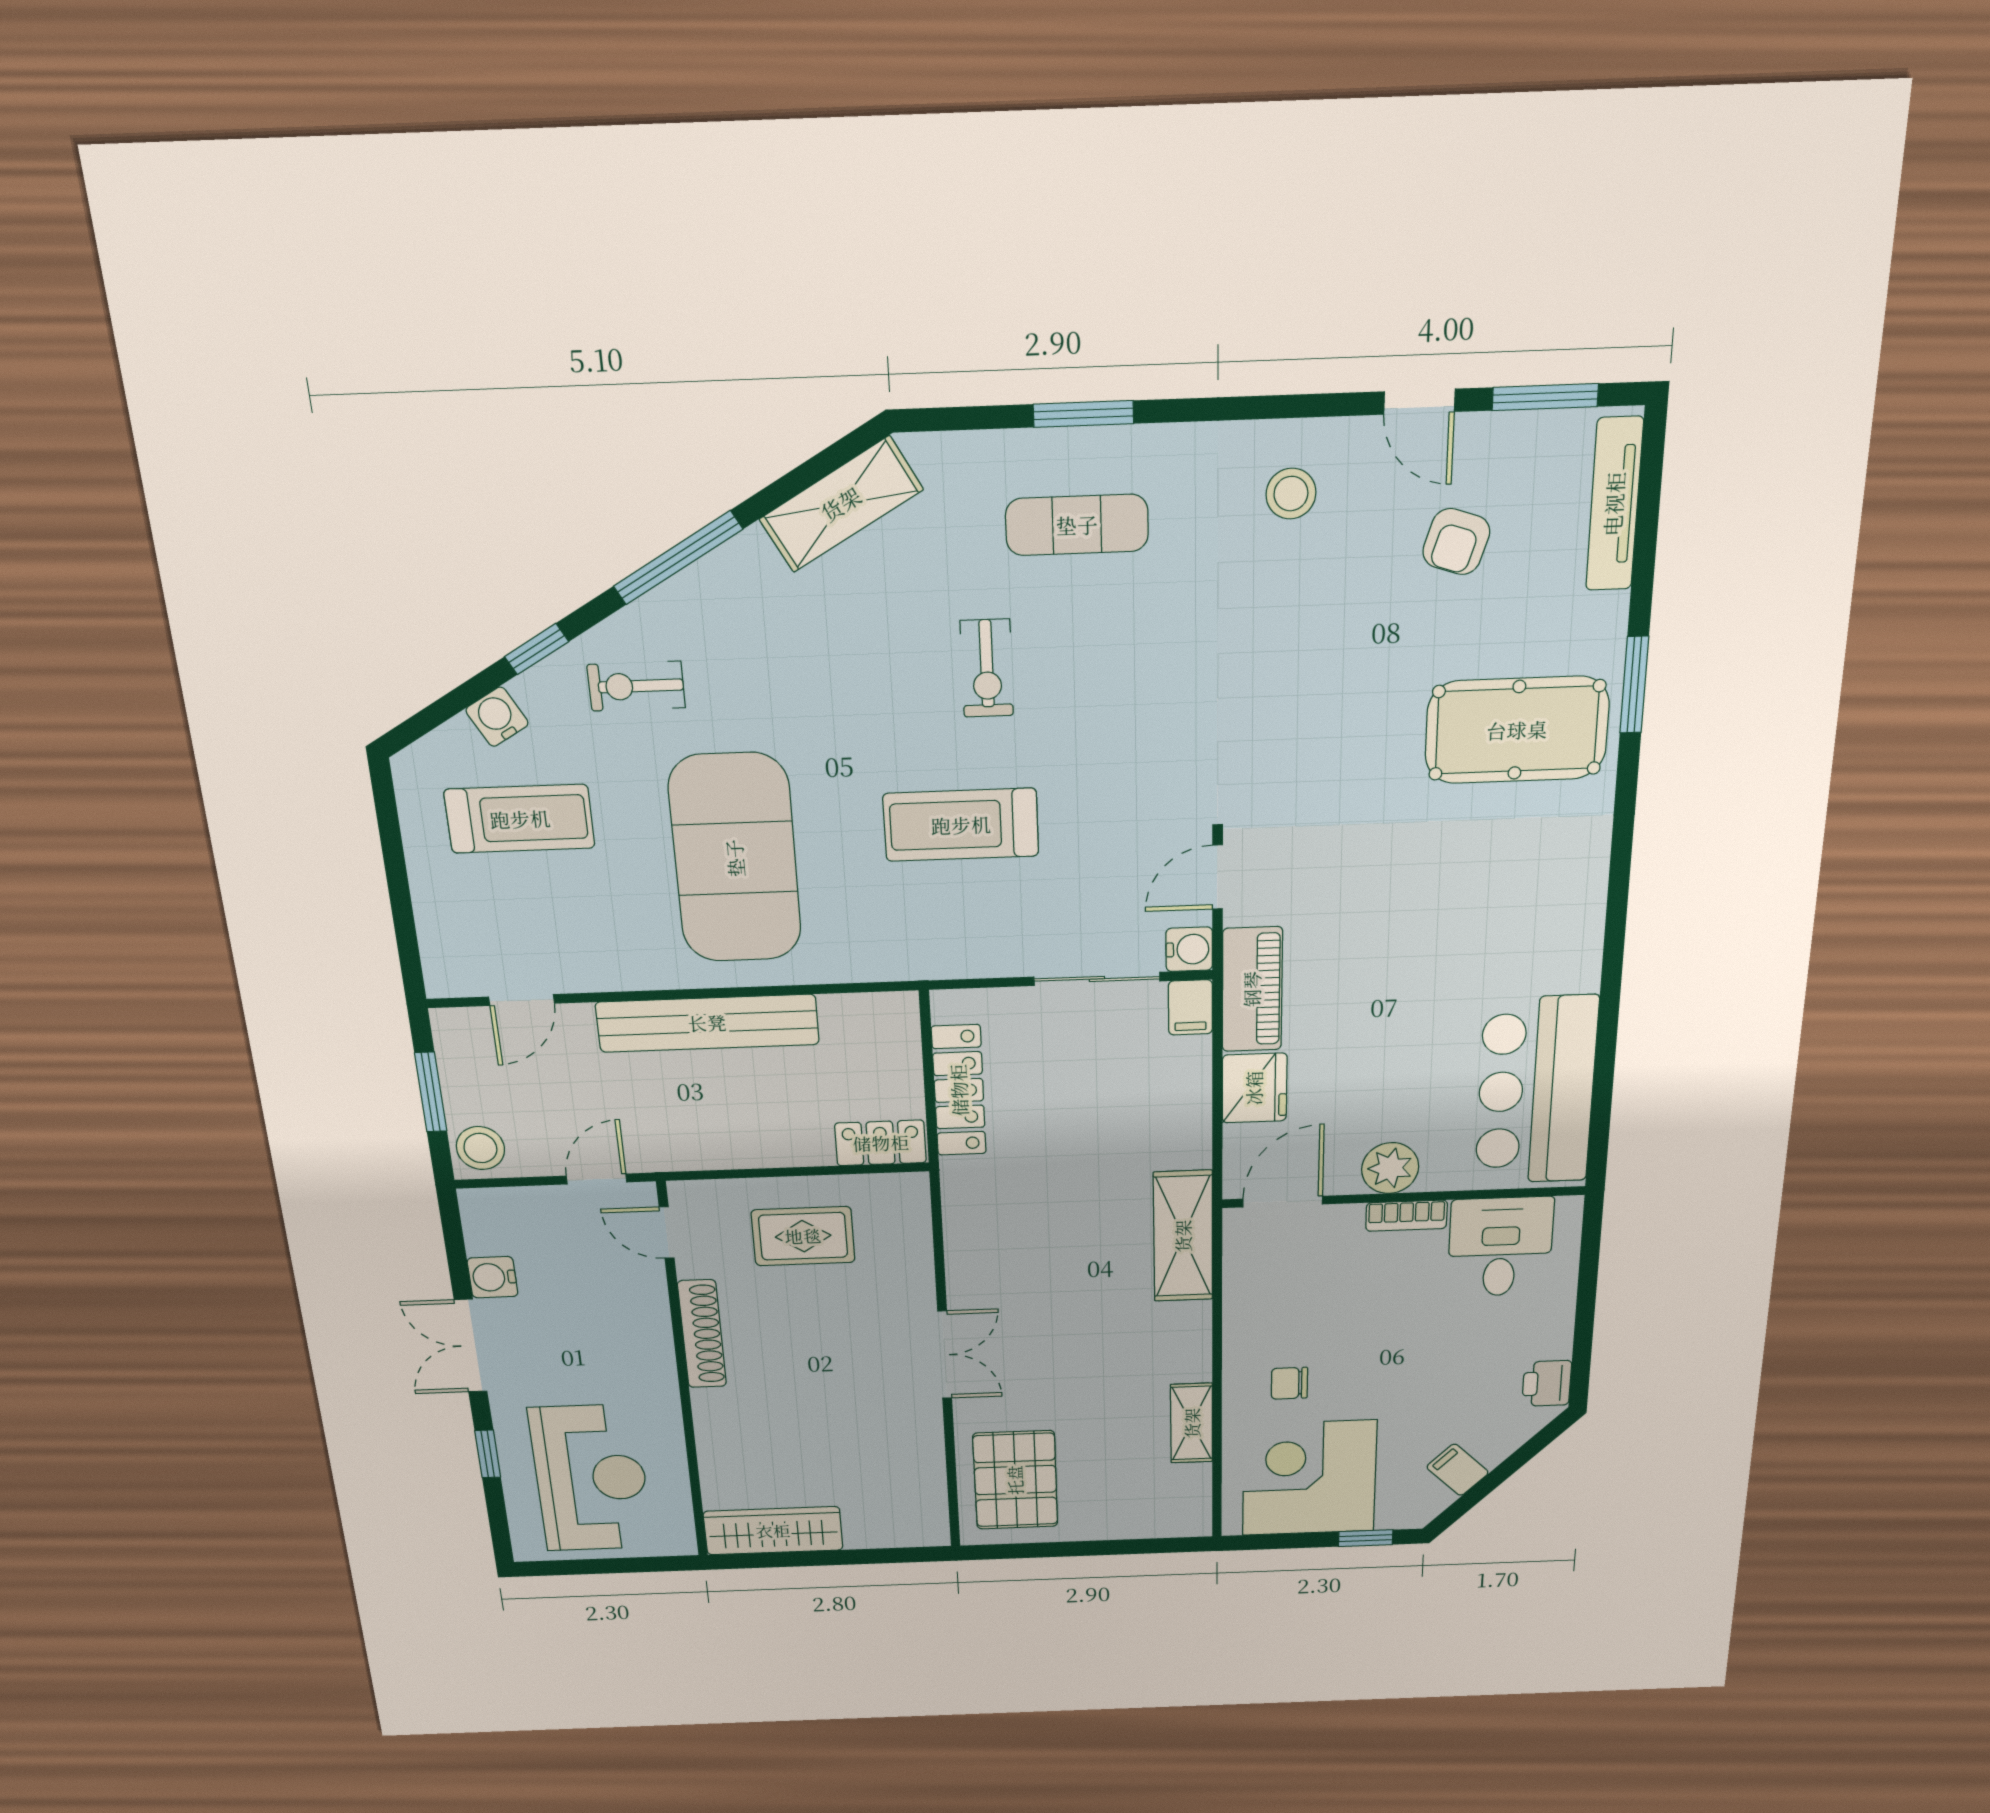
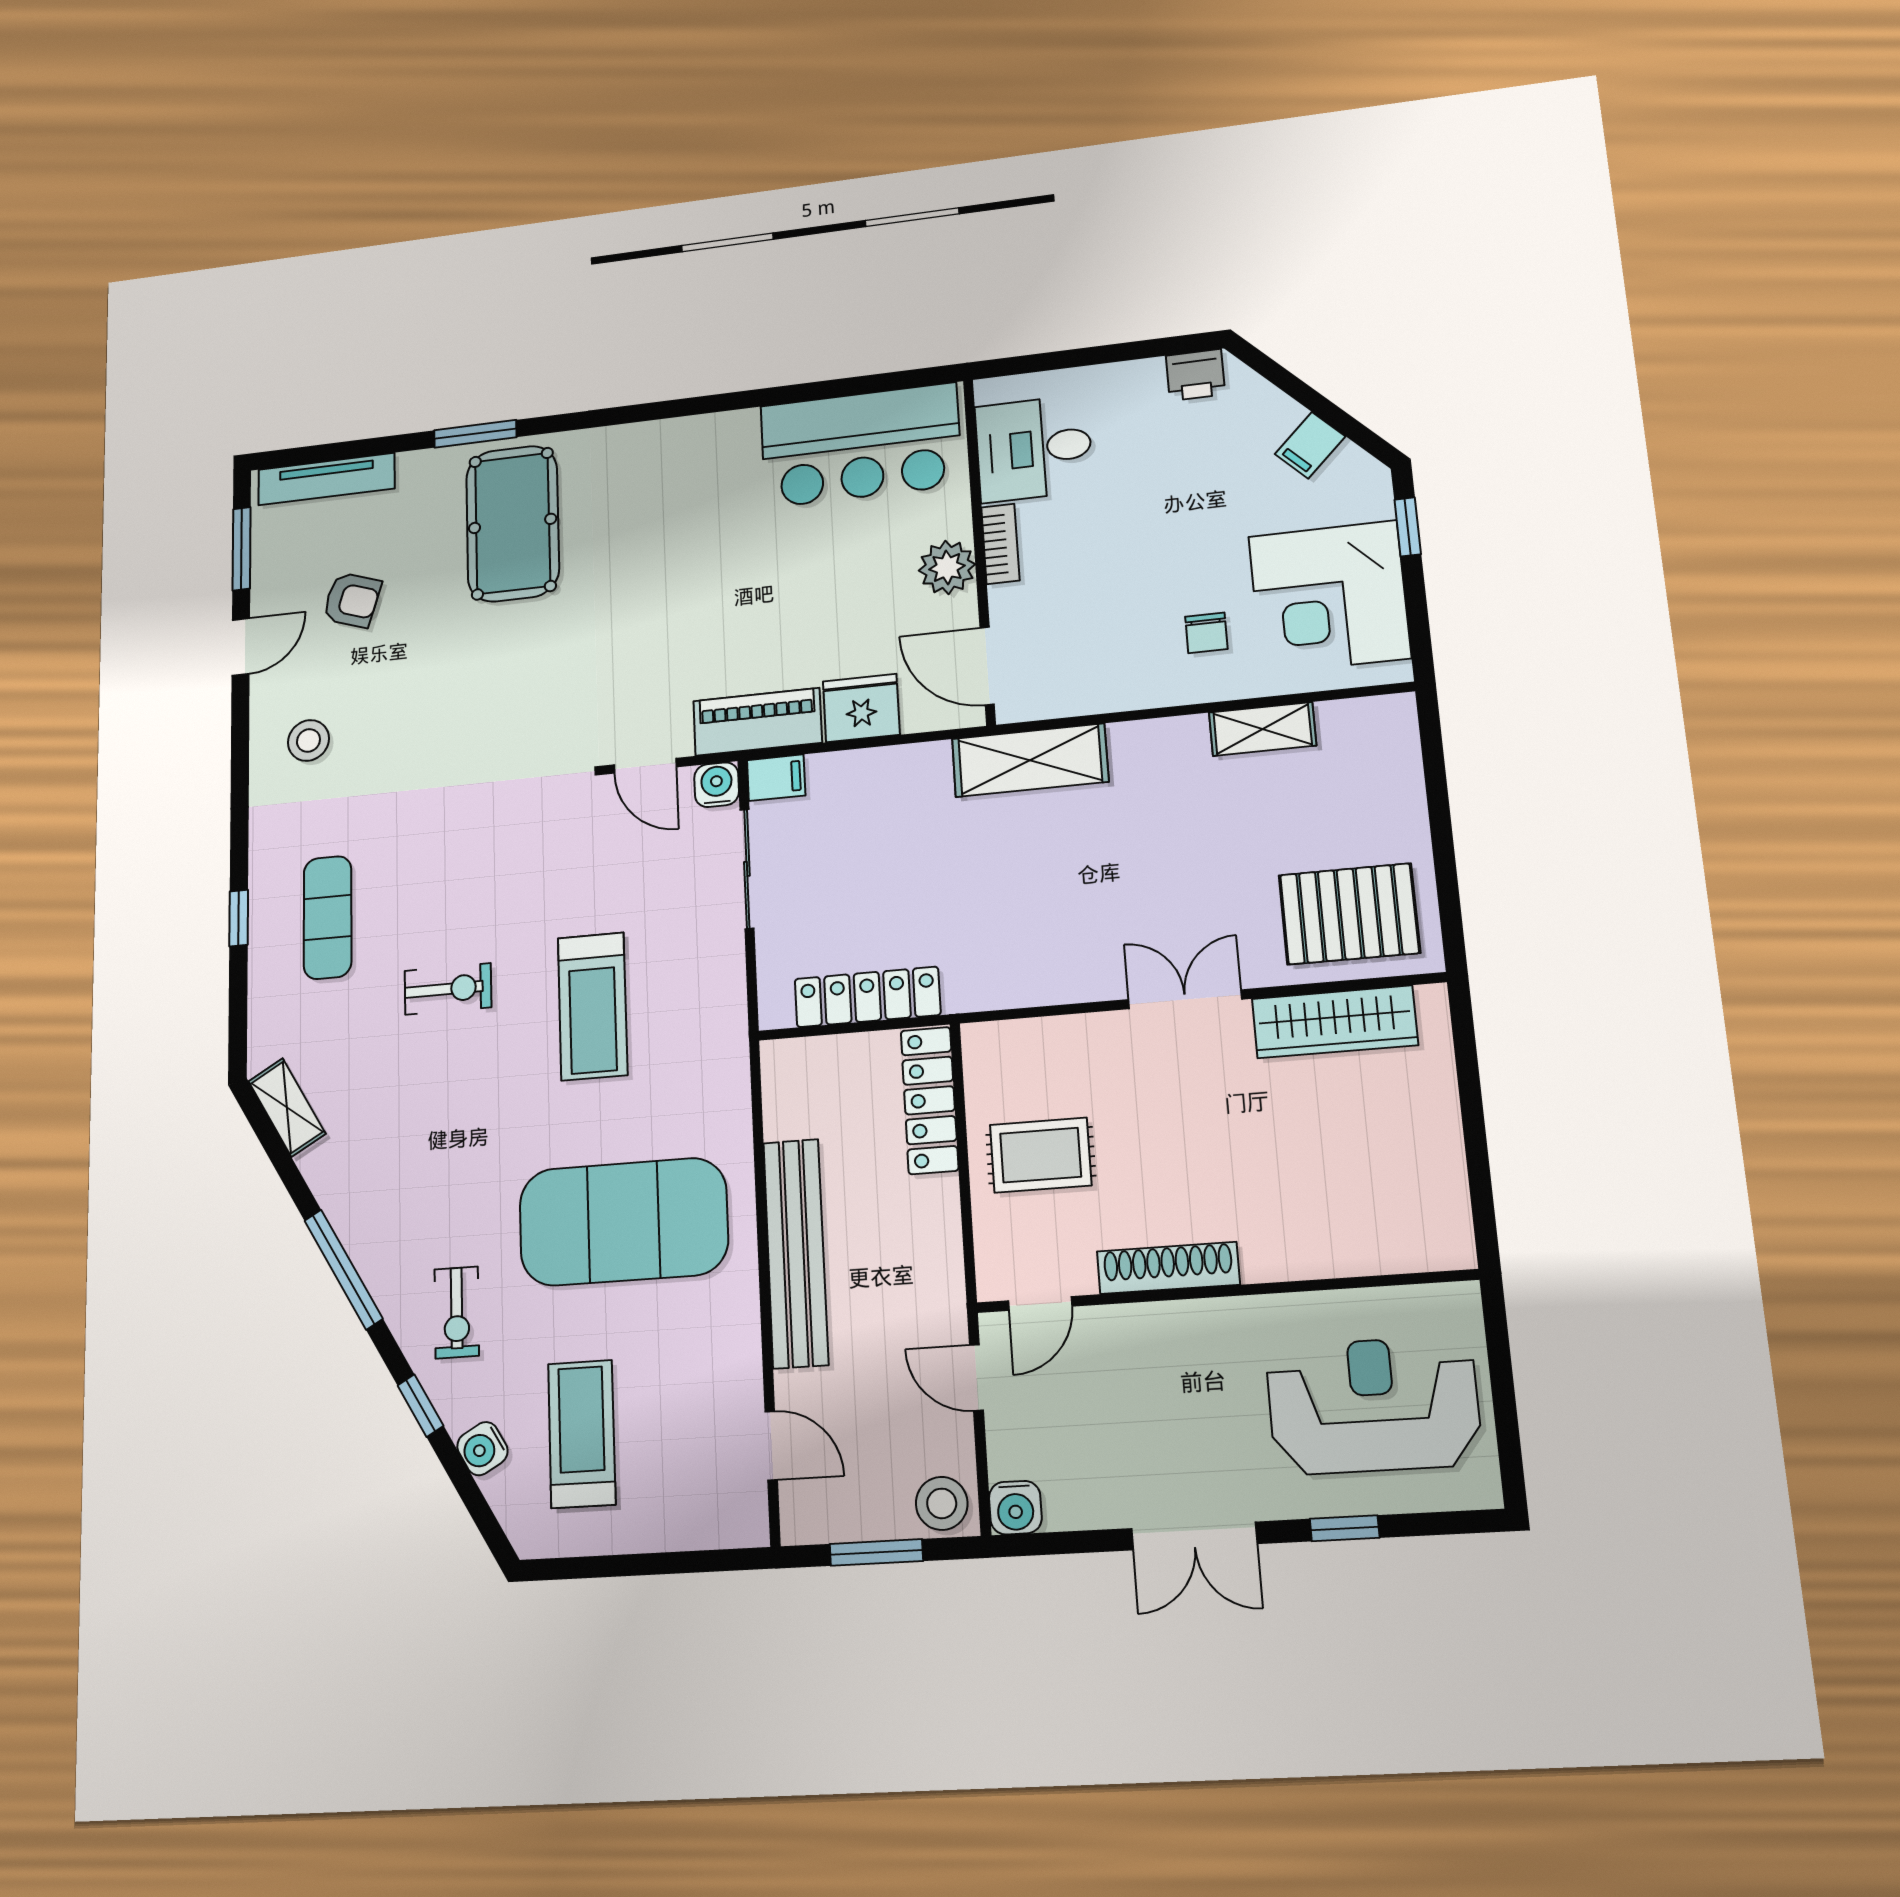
window: (1083, 414) -> (239, 918), width x0.67
shelving: (841, 504) -> (287, 1107), width x0.67, depth x0.75
locker: (881, 1143) -> (929, 1100), width x1.53
rug: (803, 1236) -> (1041, 1155), turned 90
water cooler: (493, 1277) -> (1015, 1508), moved
wardrobe: (773, 1531) -> (1335, 1022), moved, turned -90

